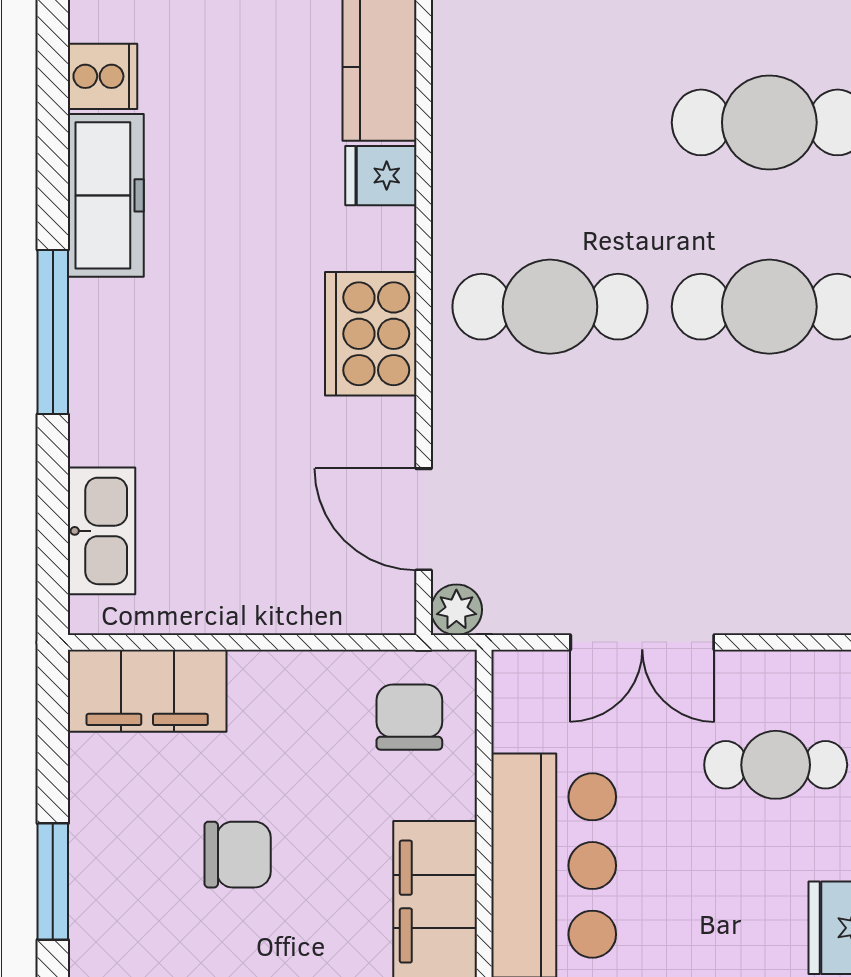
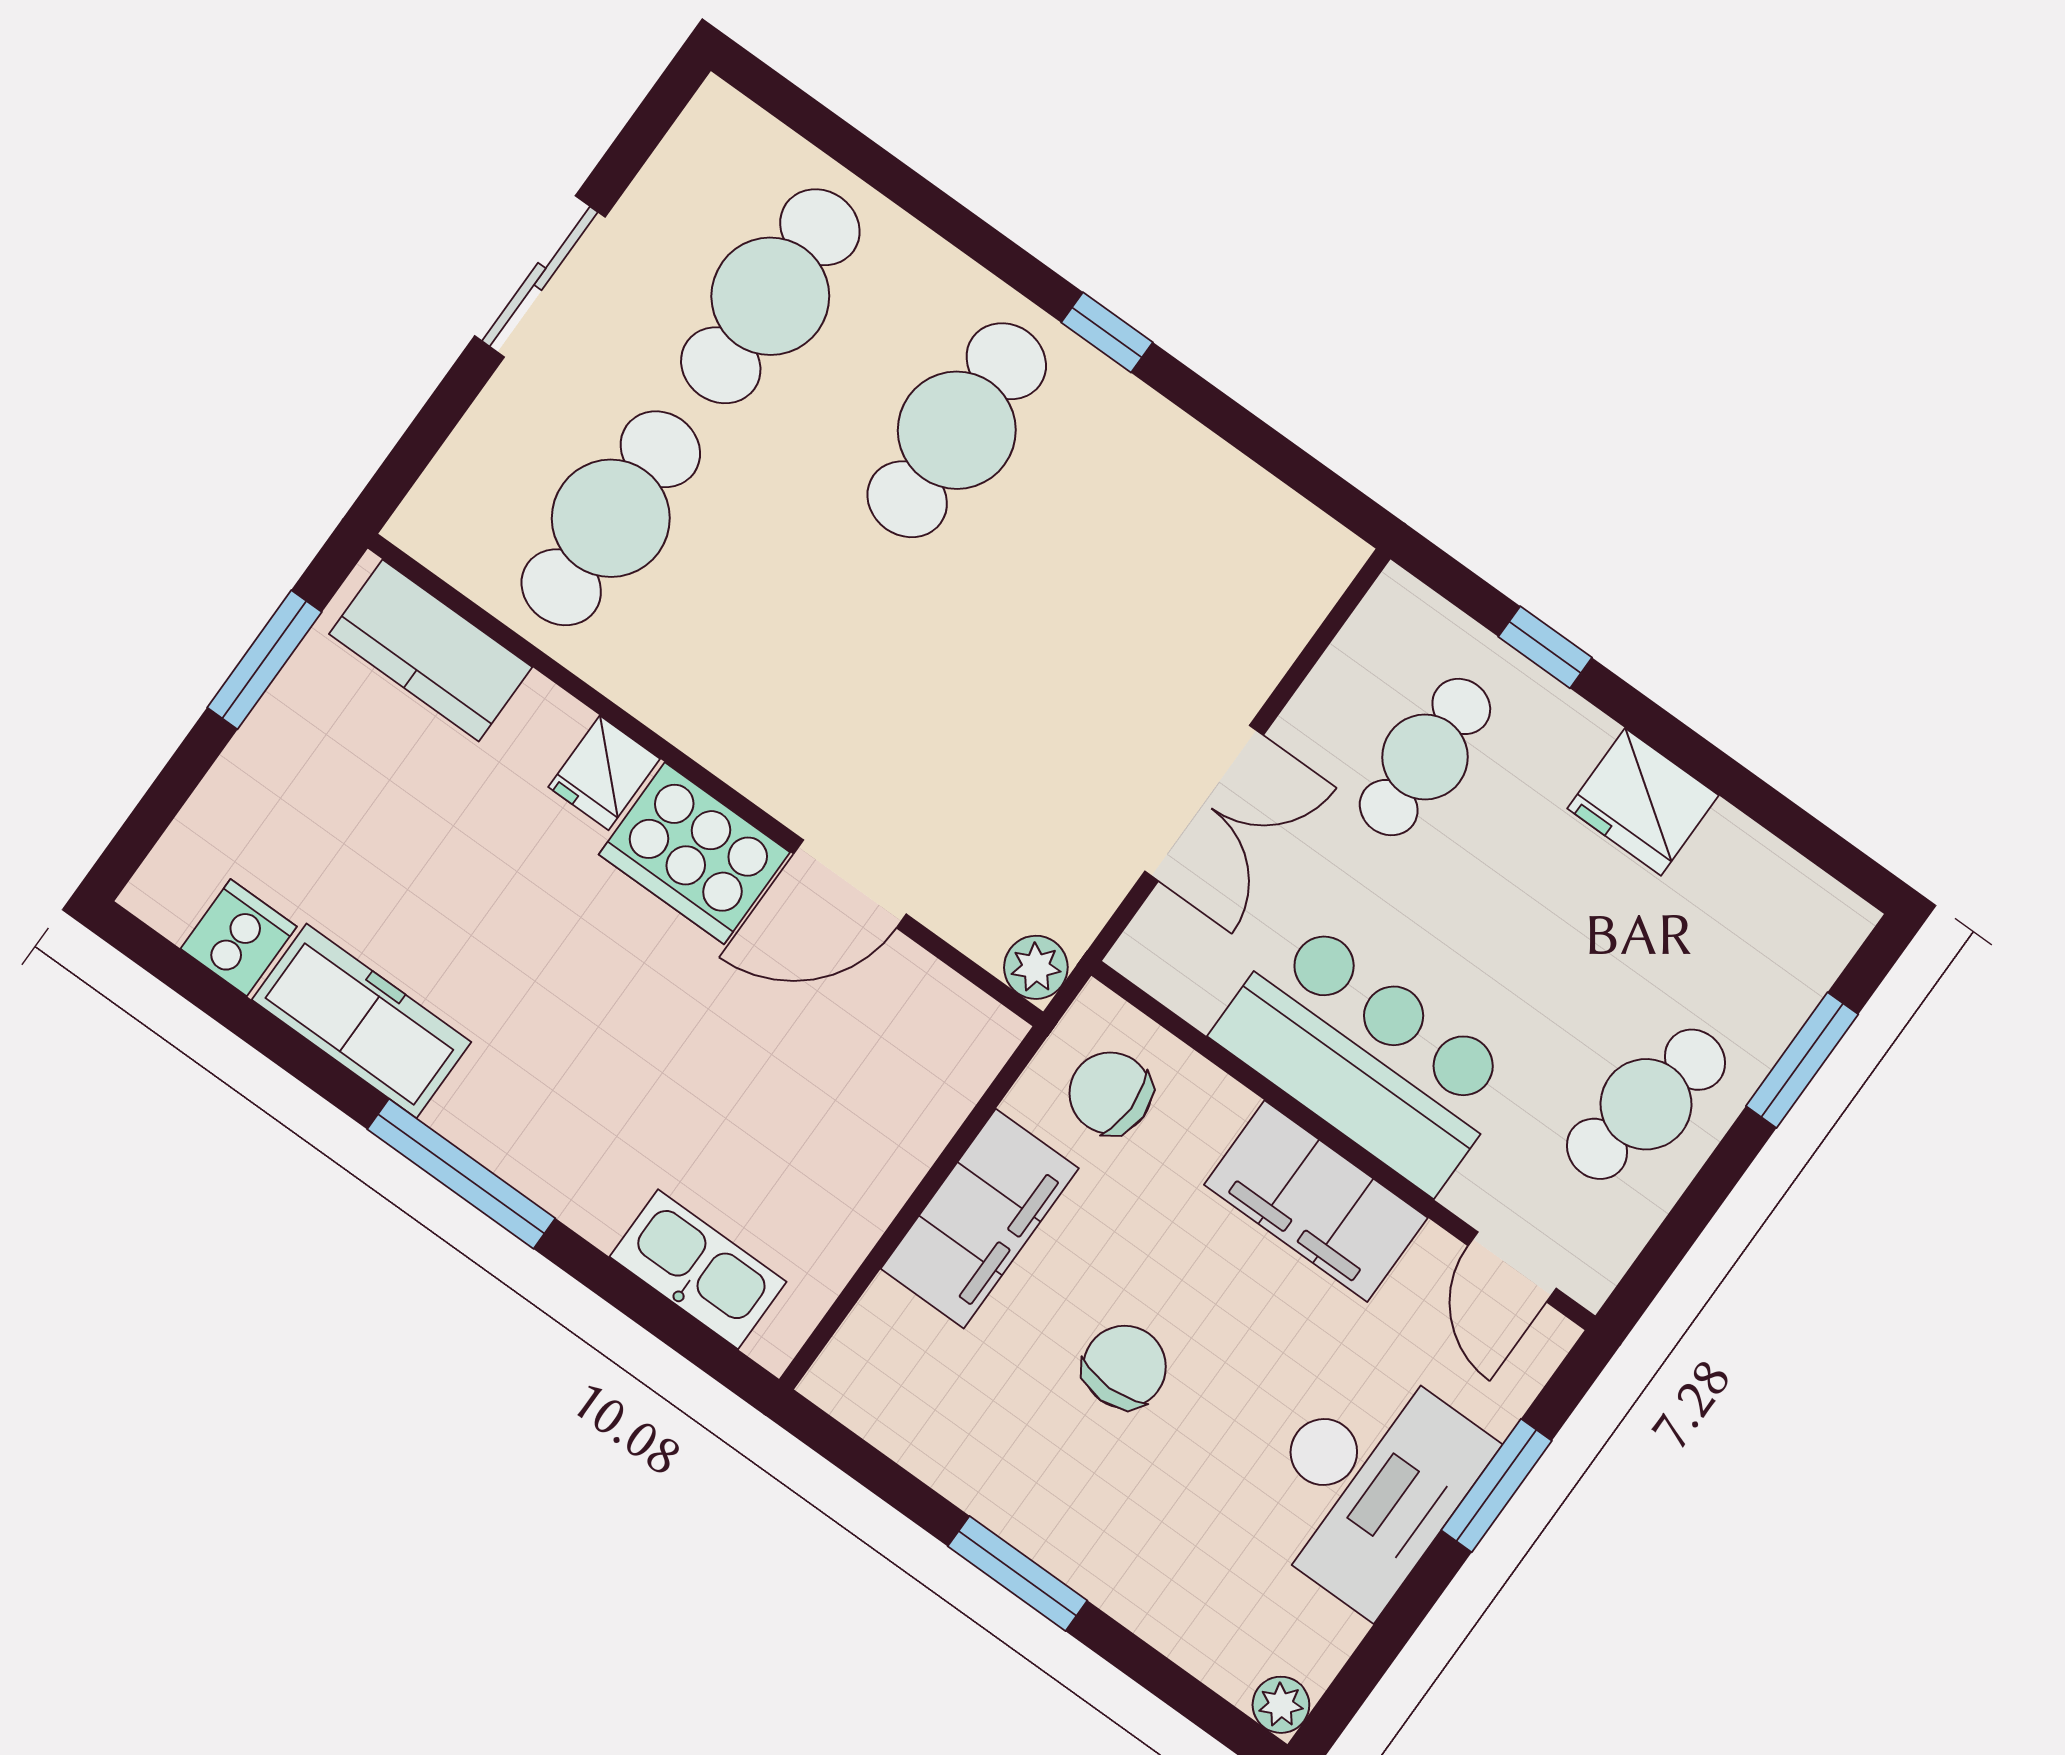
fridge: (381, 176) -> (604, 773), moved
cafe table: (550, 307) -> (611, 518), moved
door: (424, 519) -> (850, 884), moved
filing cabinet: (147, 691) -> (980, 1219), moved

